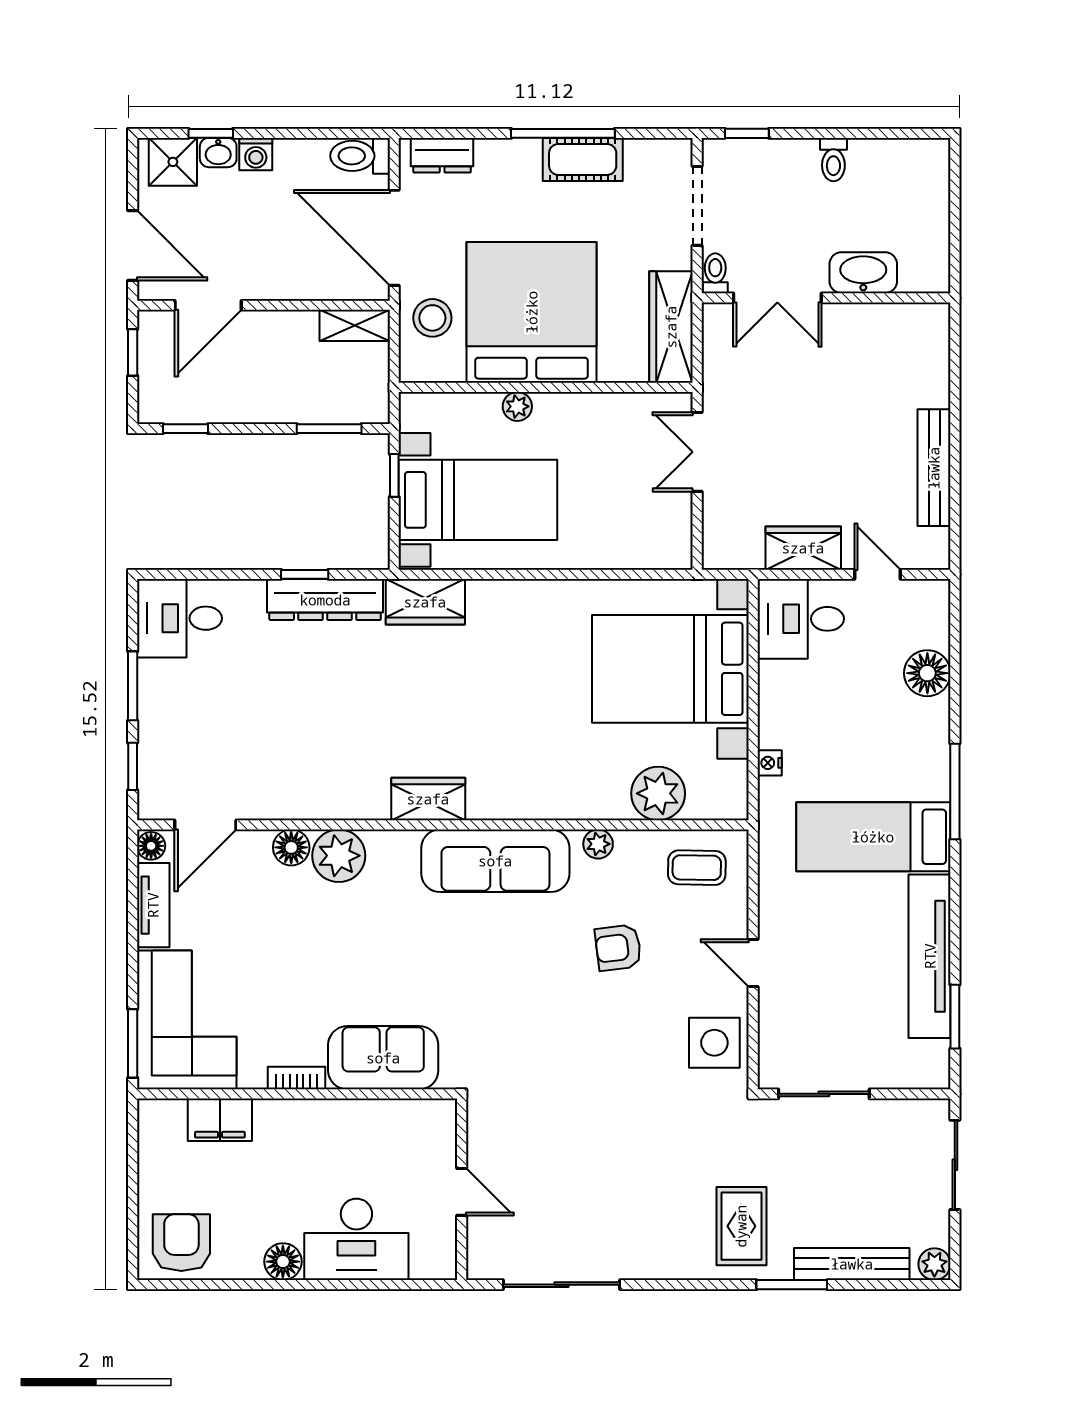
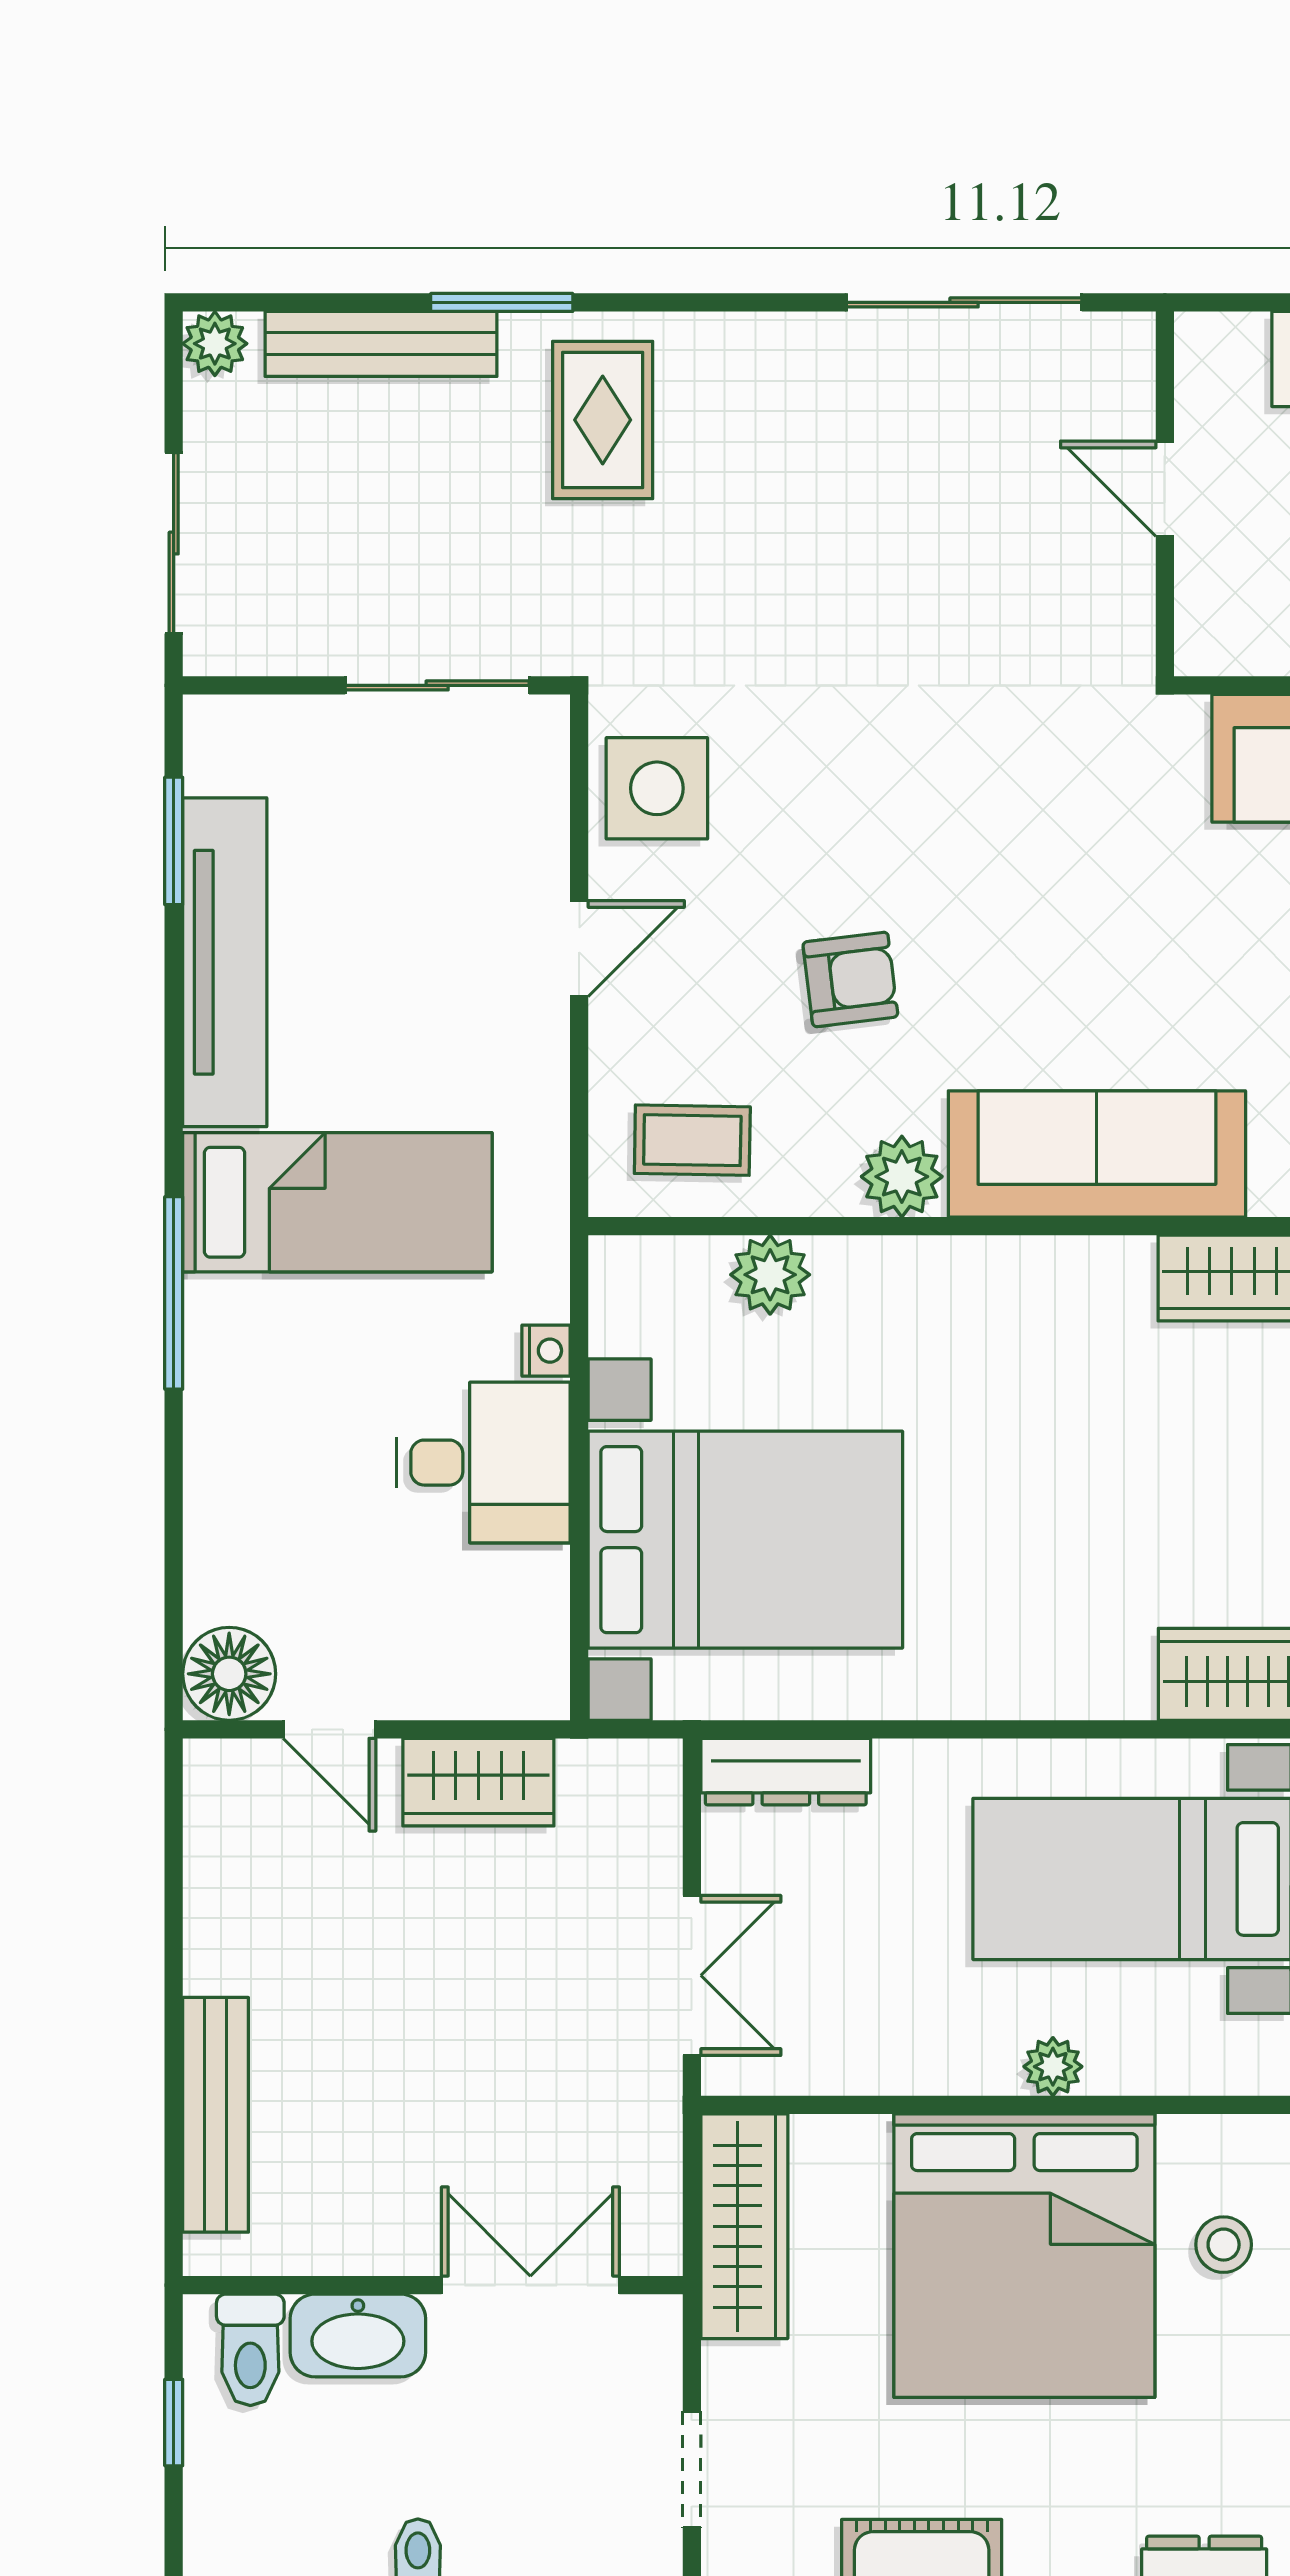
doorway: (697, 206) -> (692, 2470), width x0.73
window: (955, 229) -> (174, 2423), added
toilet: (715, 273) -> (250, 2350), moved, width x1.37, depth x1.39
stool: (432, 318) -> (1224, 2245), width x0.73, depth x0.73
bench: (934, 468) -> (216, 2115), moved
dresser: (650, 553) -> (786, 1772), added
desk: (801, 619) -> (484, 1463), moved
floor lamp: (927, 673) -> (229, 1674), moved
plant: (658, 793) -> (770, 1275), width x0.73, depth x0.73
plant: (598, 844) -> (902, 1177), width x1.38, depth x1.38
door: (753, 963) -> (579, 949), hinge flipped

